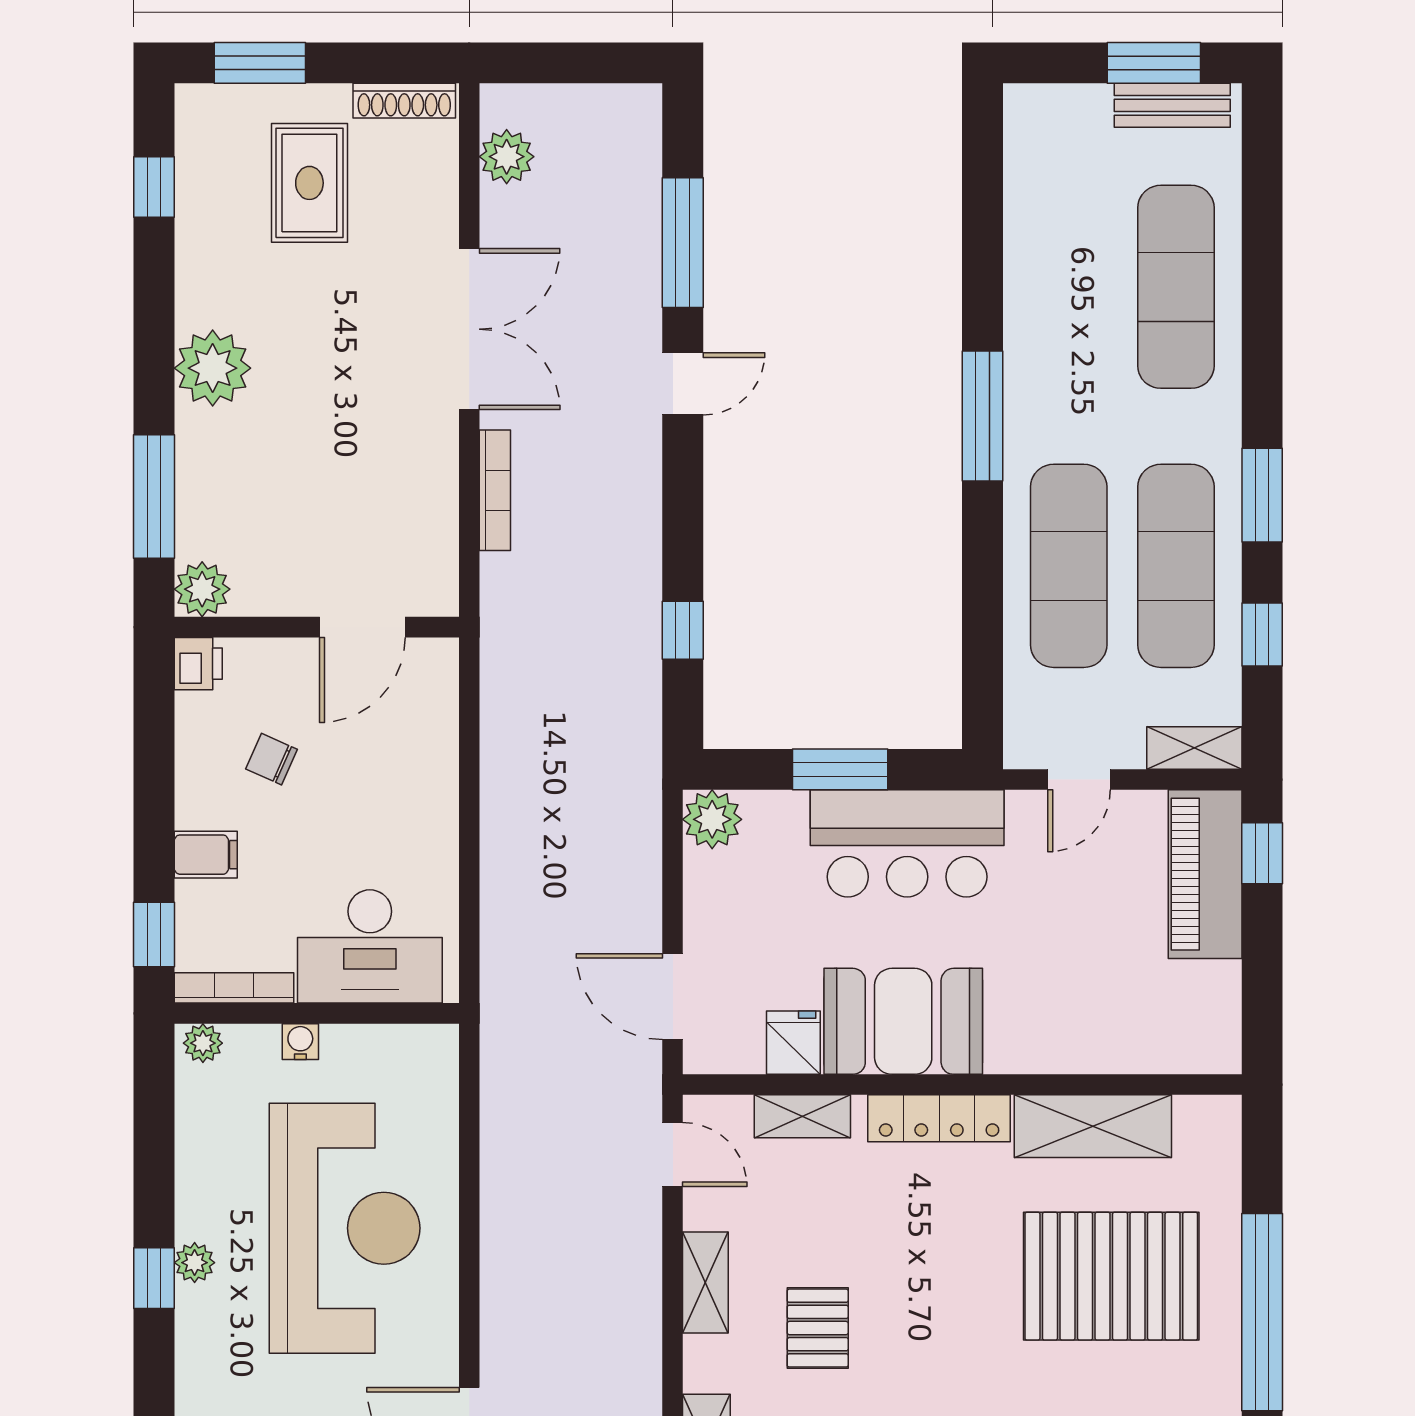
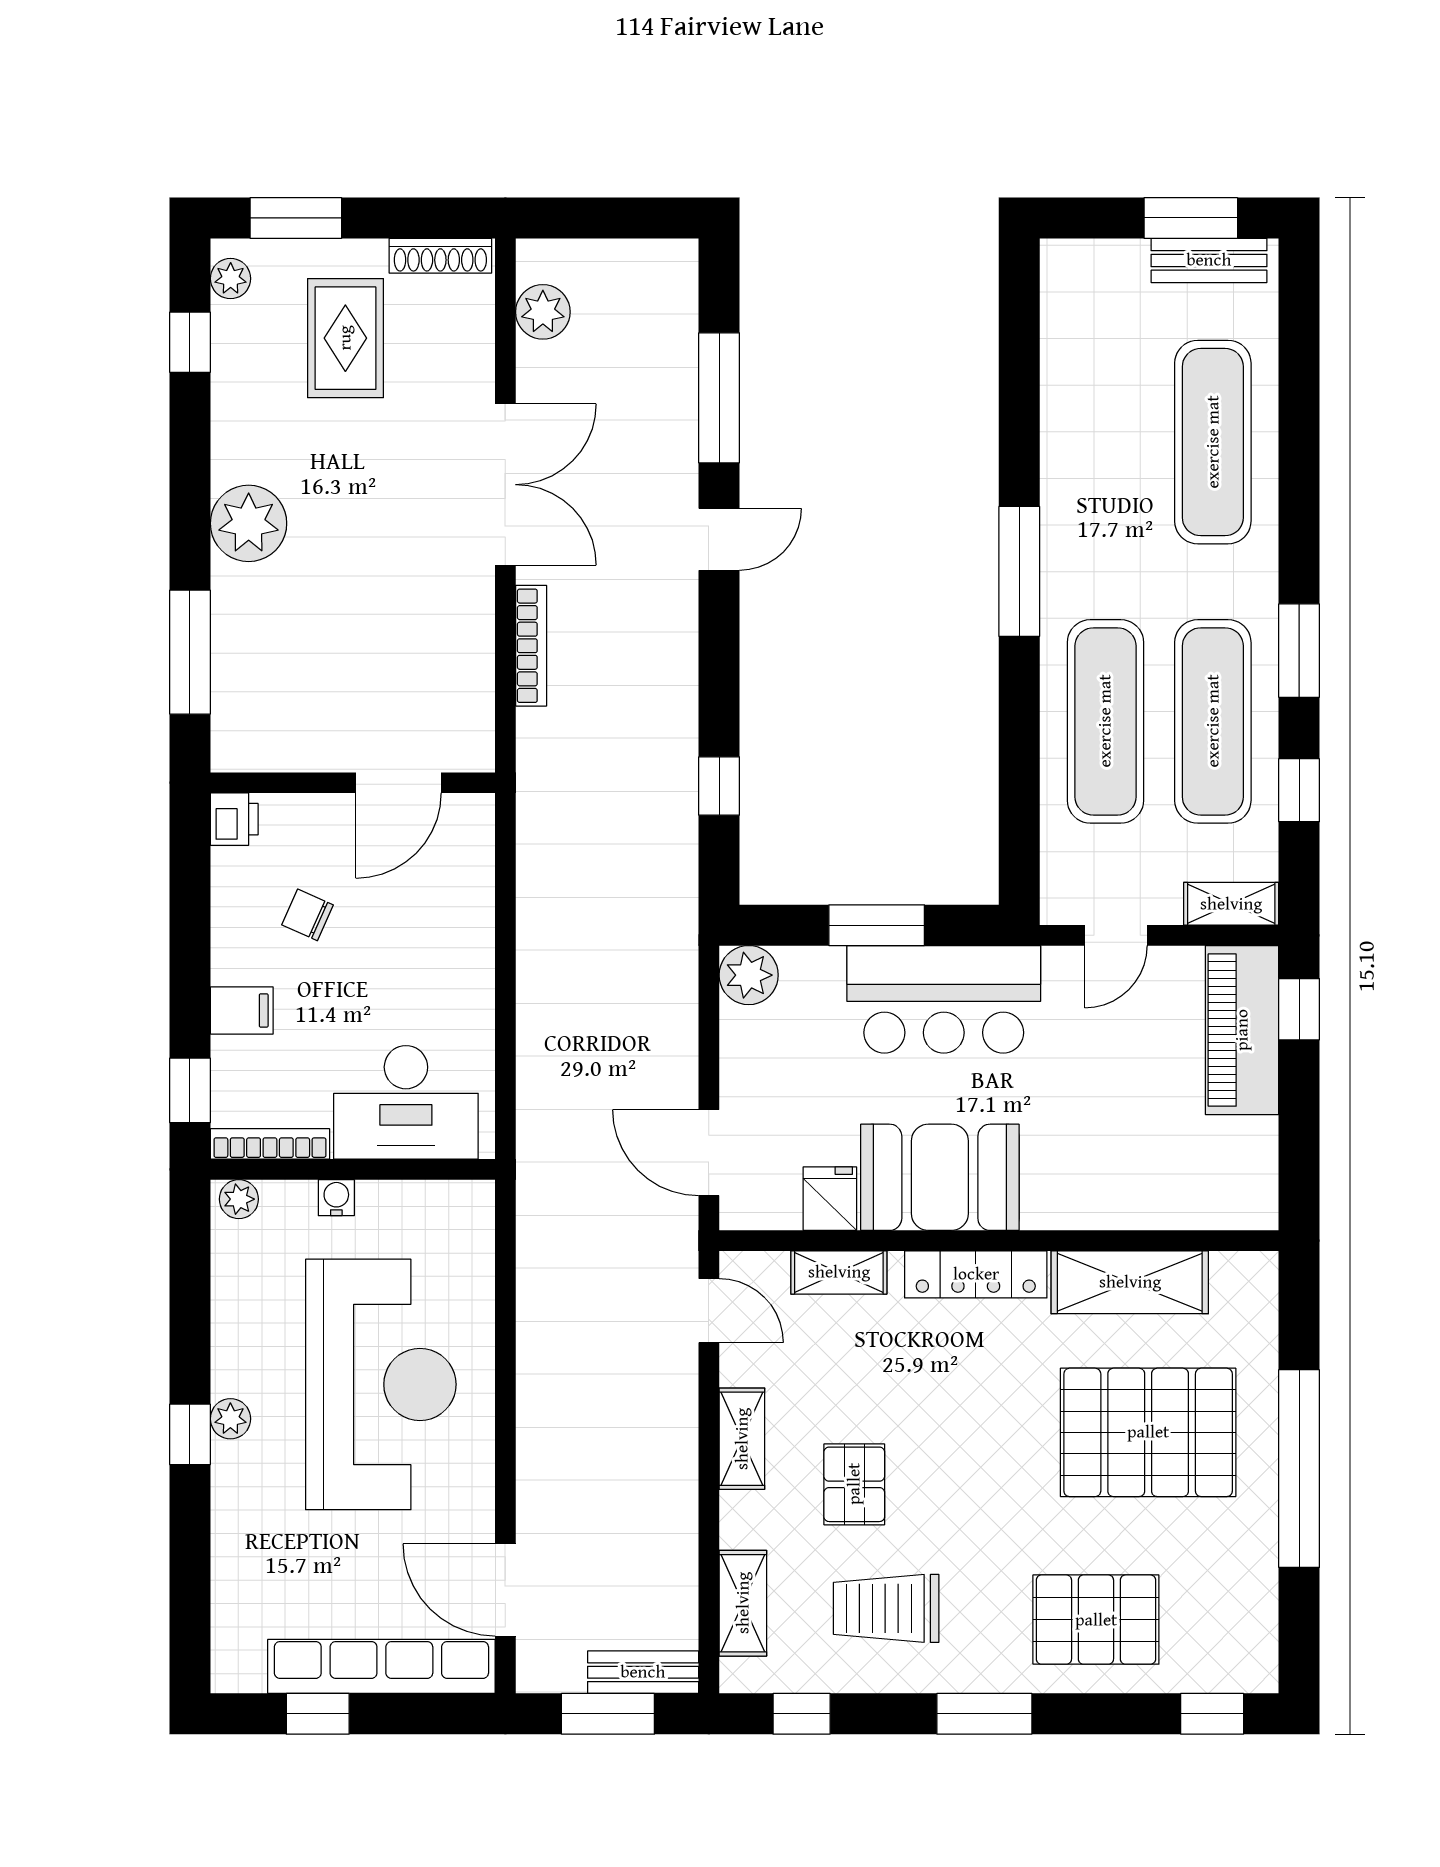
plant: (202, 589) -> (231, 279), moved, width x0.73, depth x0.73

